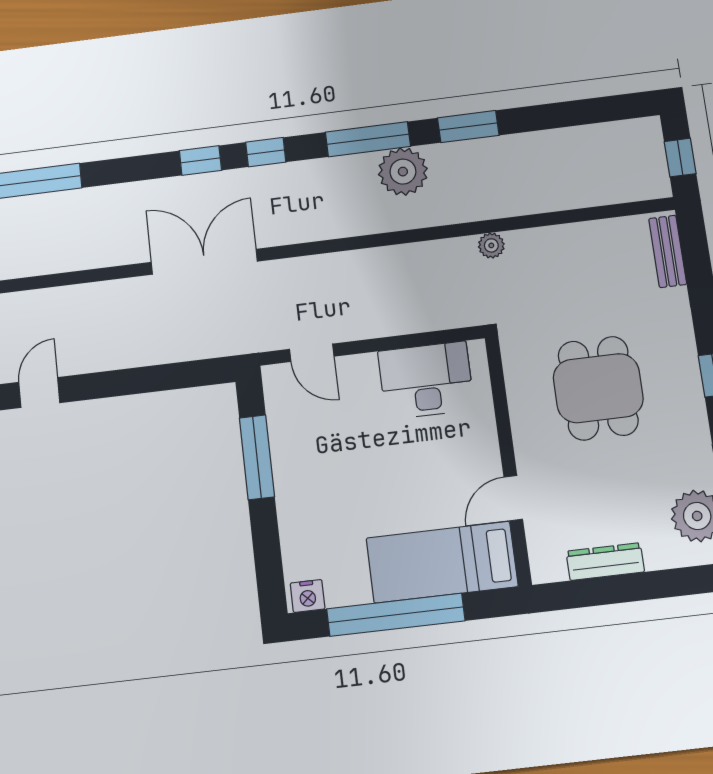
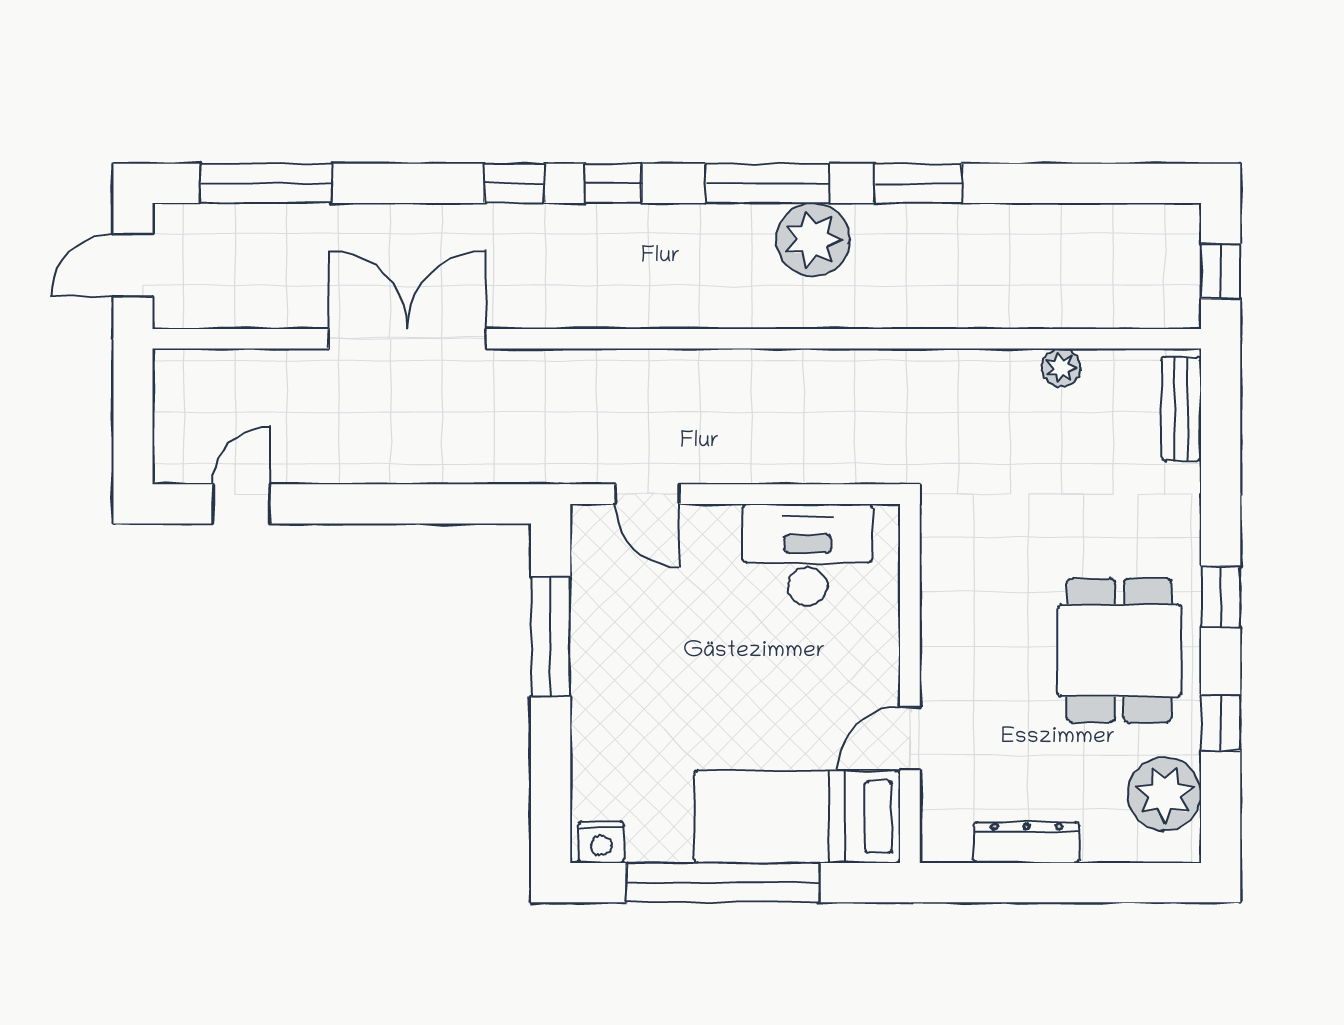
plant: (491, 245) -> (1061, 368), moved
double door: (204, 262) -> (407, 339), moved
dining table: (598, 388) -> (1119, 650), moved

